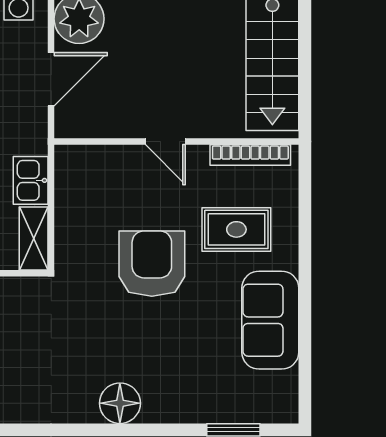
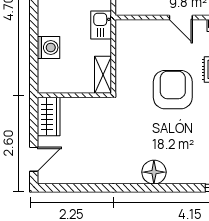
kitchen sink: (31, 180) -> (101, 25), moved

